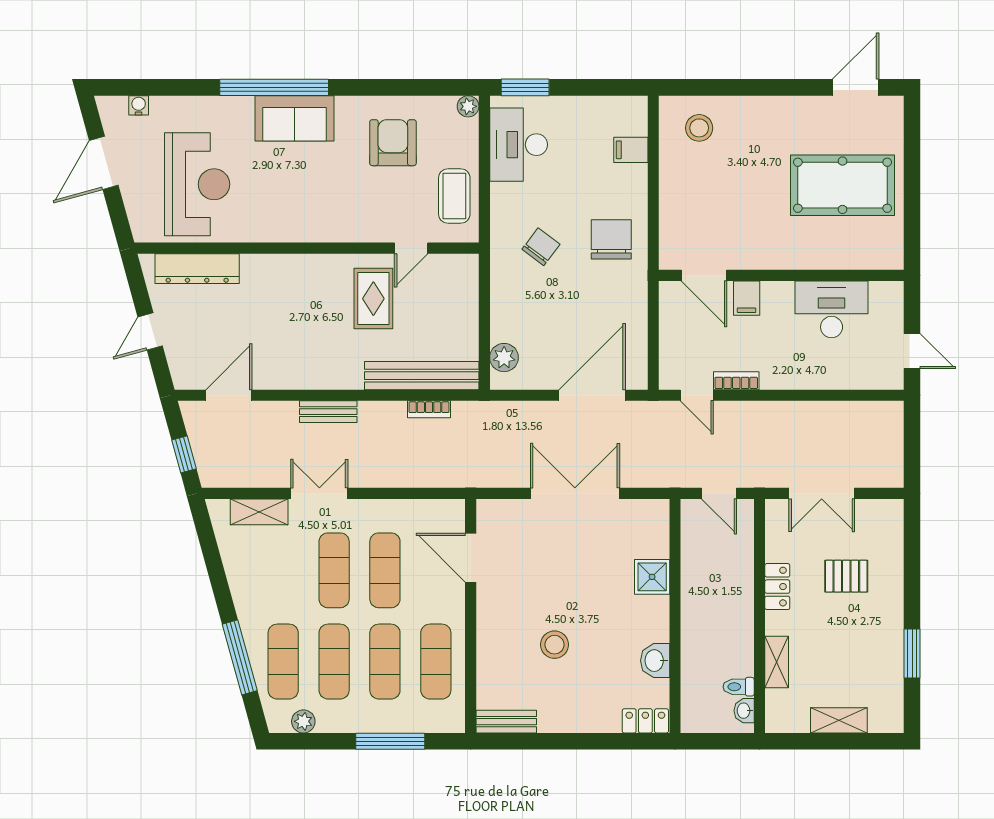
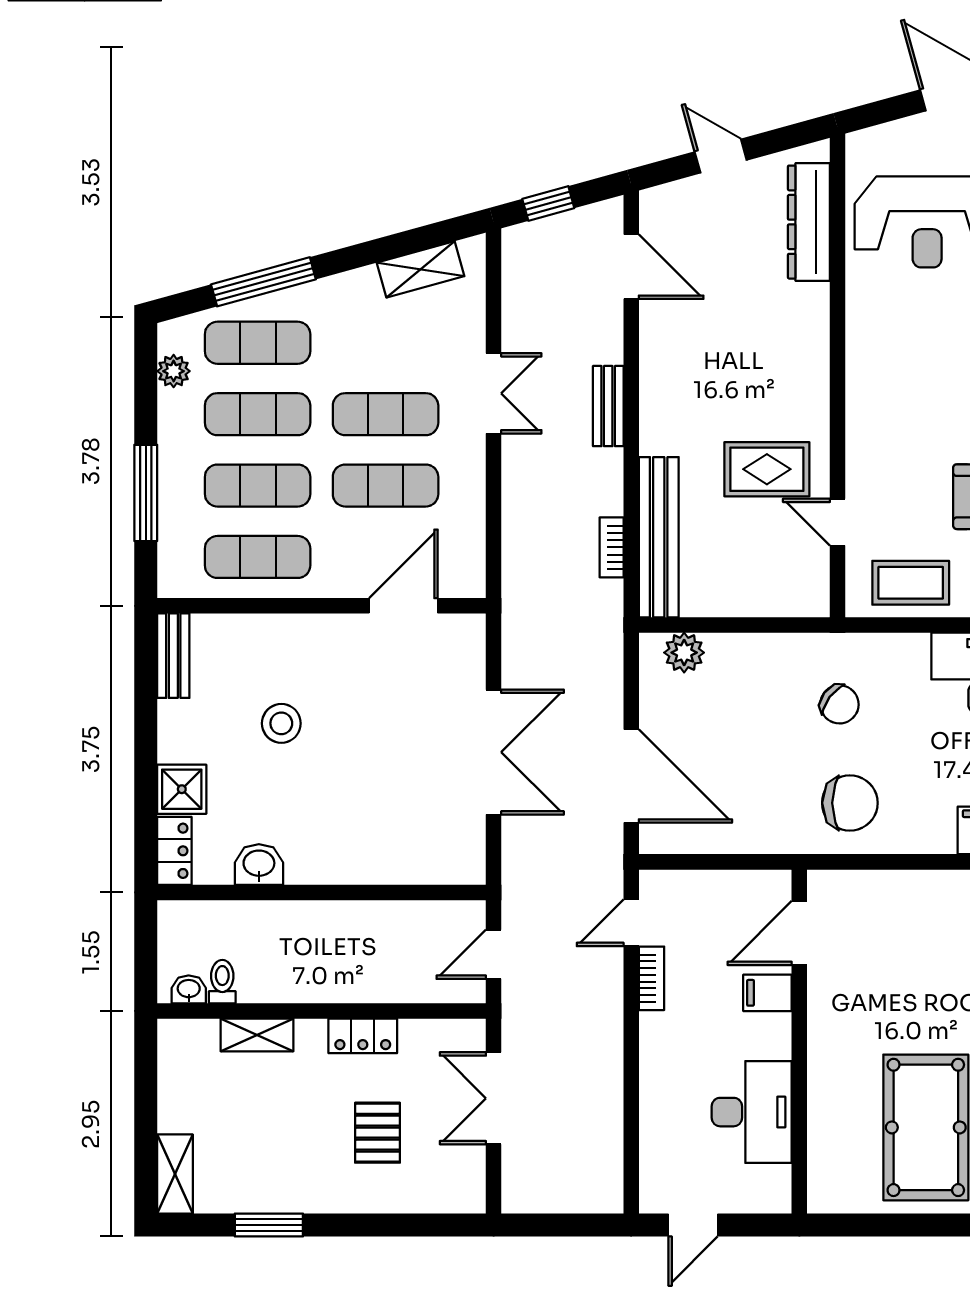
shelving: (259, 512) -> (421, 269), moved, turned 75
shower: (652, 577) -> (182, 789), moved
shelving: (839, 720) -> (175, 1174), moved

